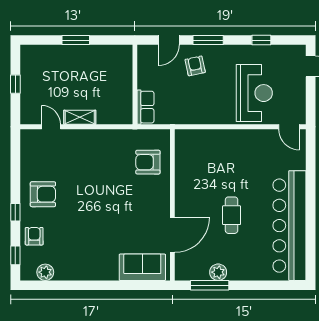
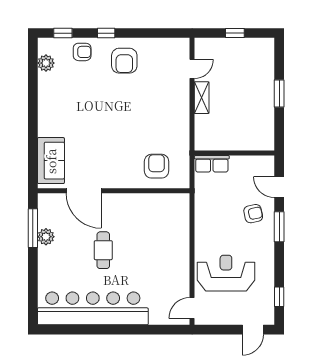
window: (261, 40) -> (279, 297), moved
reception desk: (254, 93) -> (226, 273), turned 180
cafe table: (232, 215) -> (103, 250), turned 90

